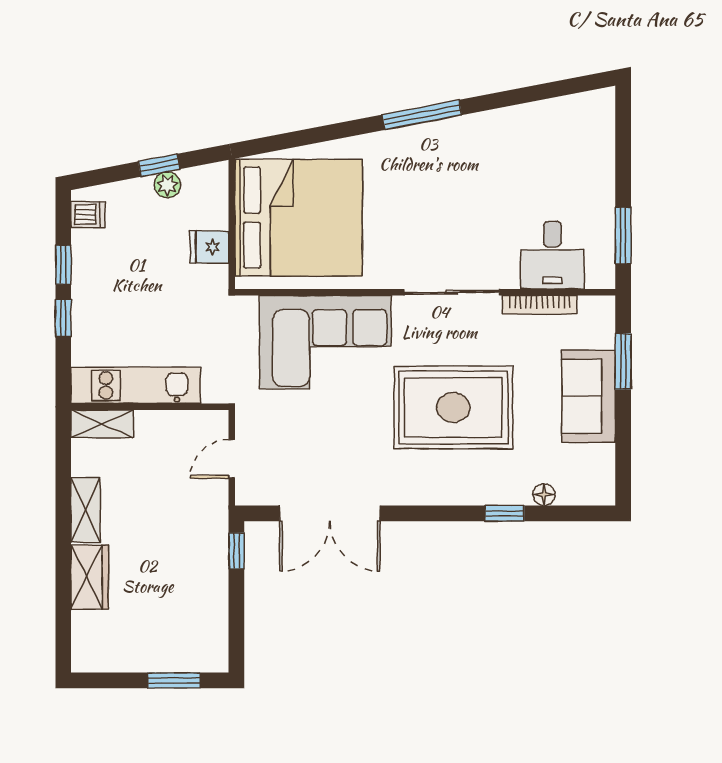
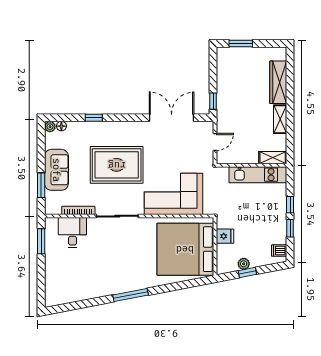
plant: (603, 493) -> (50, 127), added
floor lamp: (544, 495) -> (61, 126), moved
wardrobe: (90, 577) -> (278, 82), width x1.50

